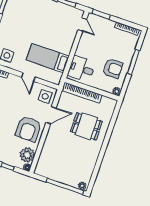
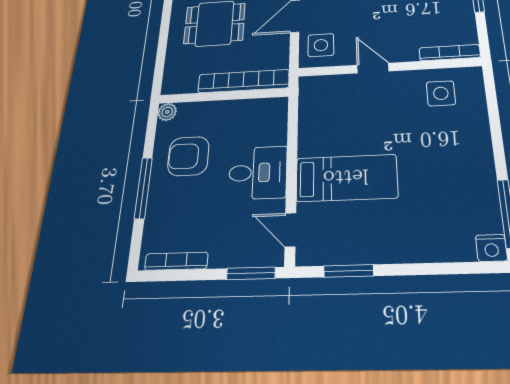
bed: (48, 58) -> (346, 178), moved
desk: (81, 69) -> (258, 173), moved

